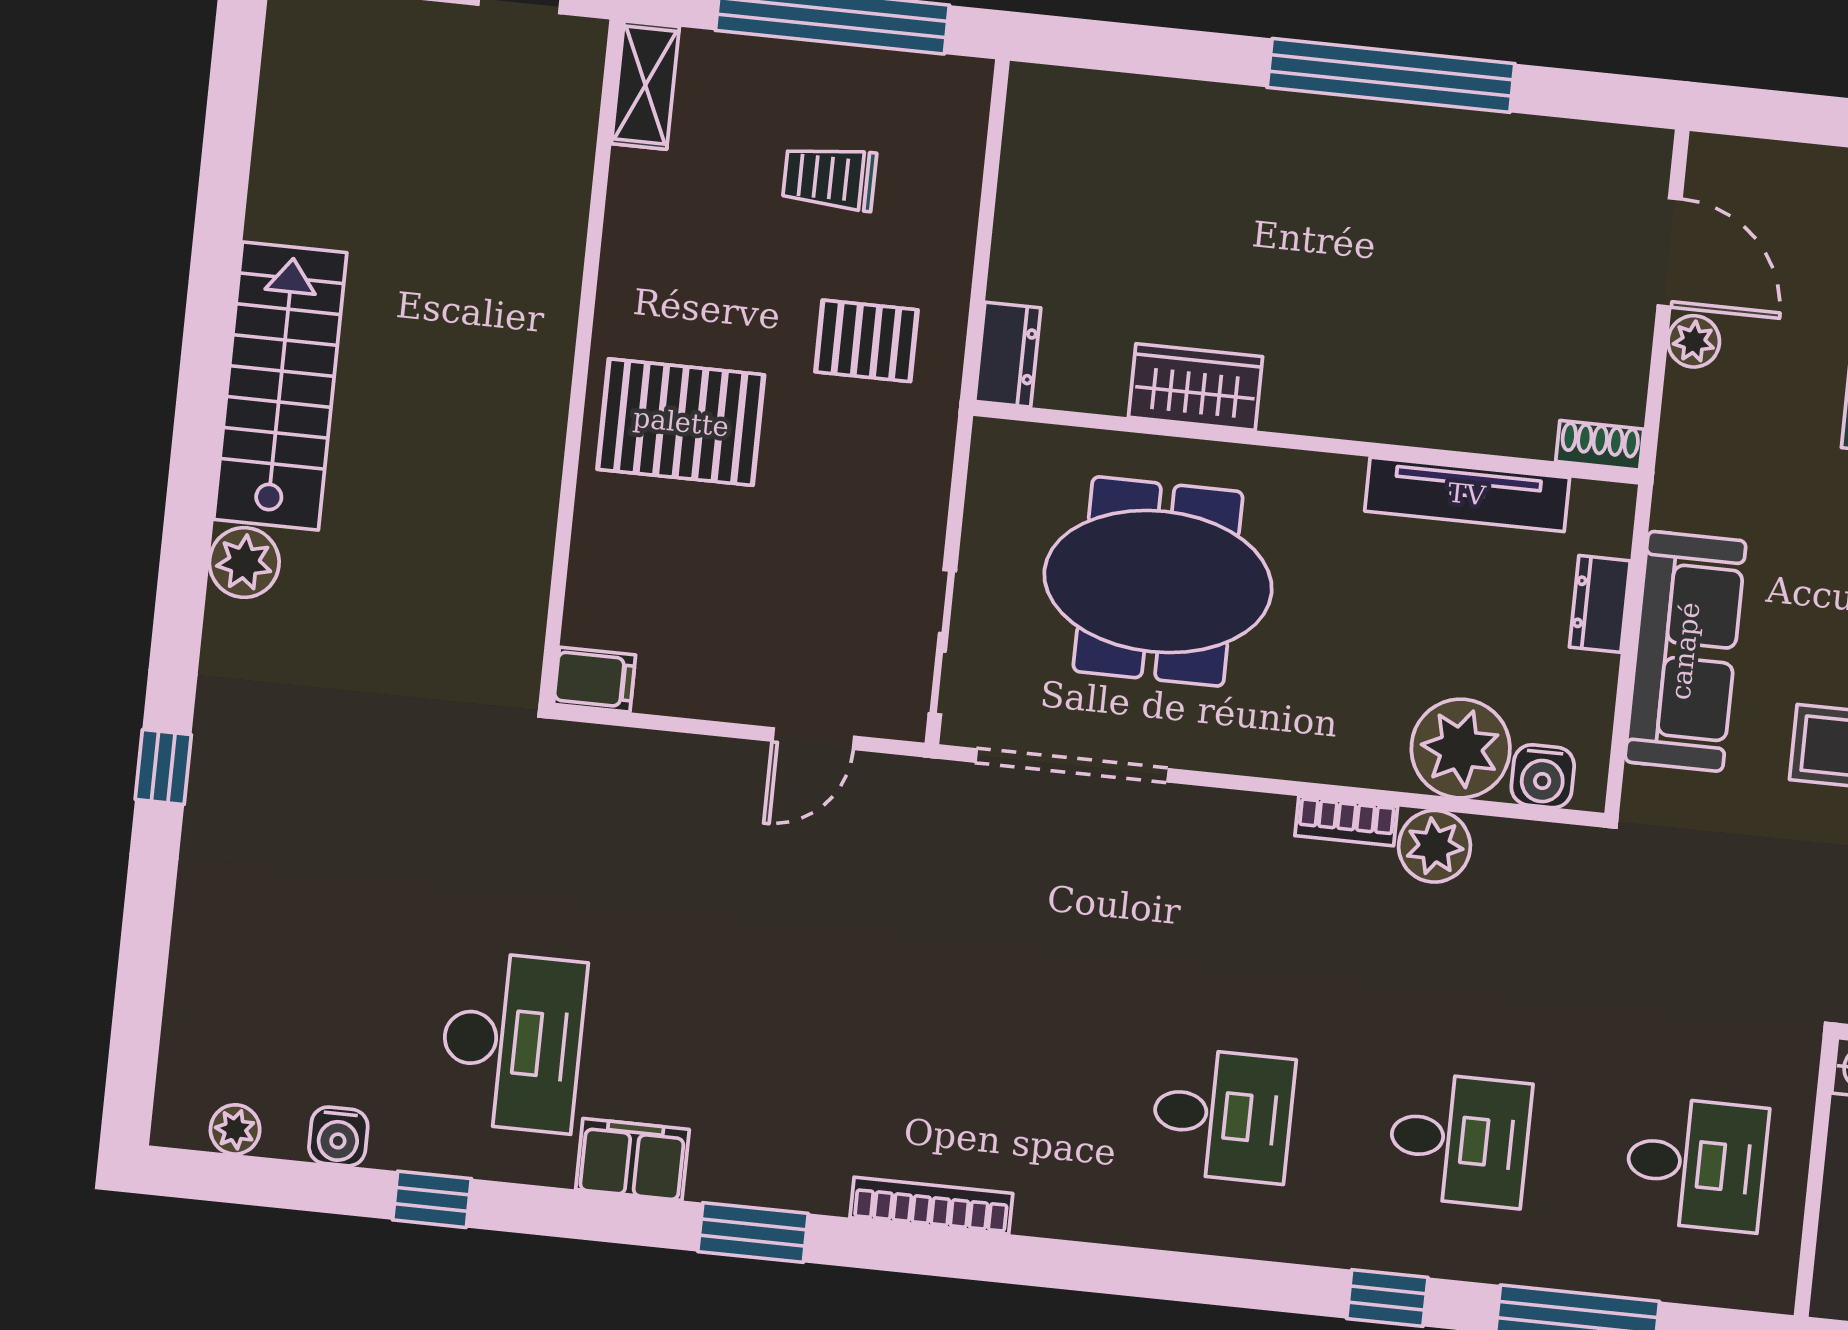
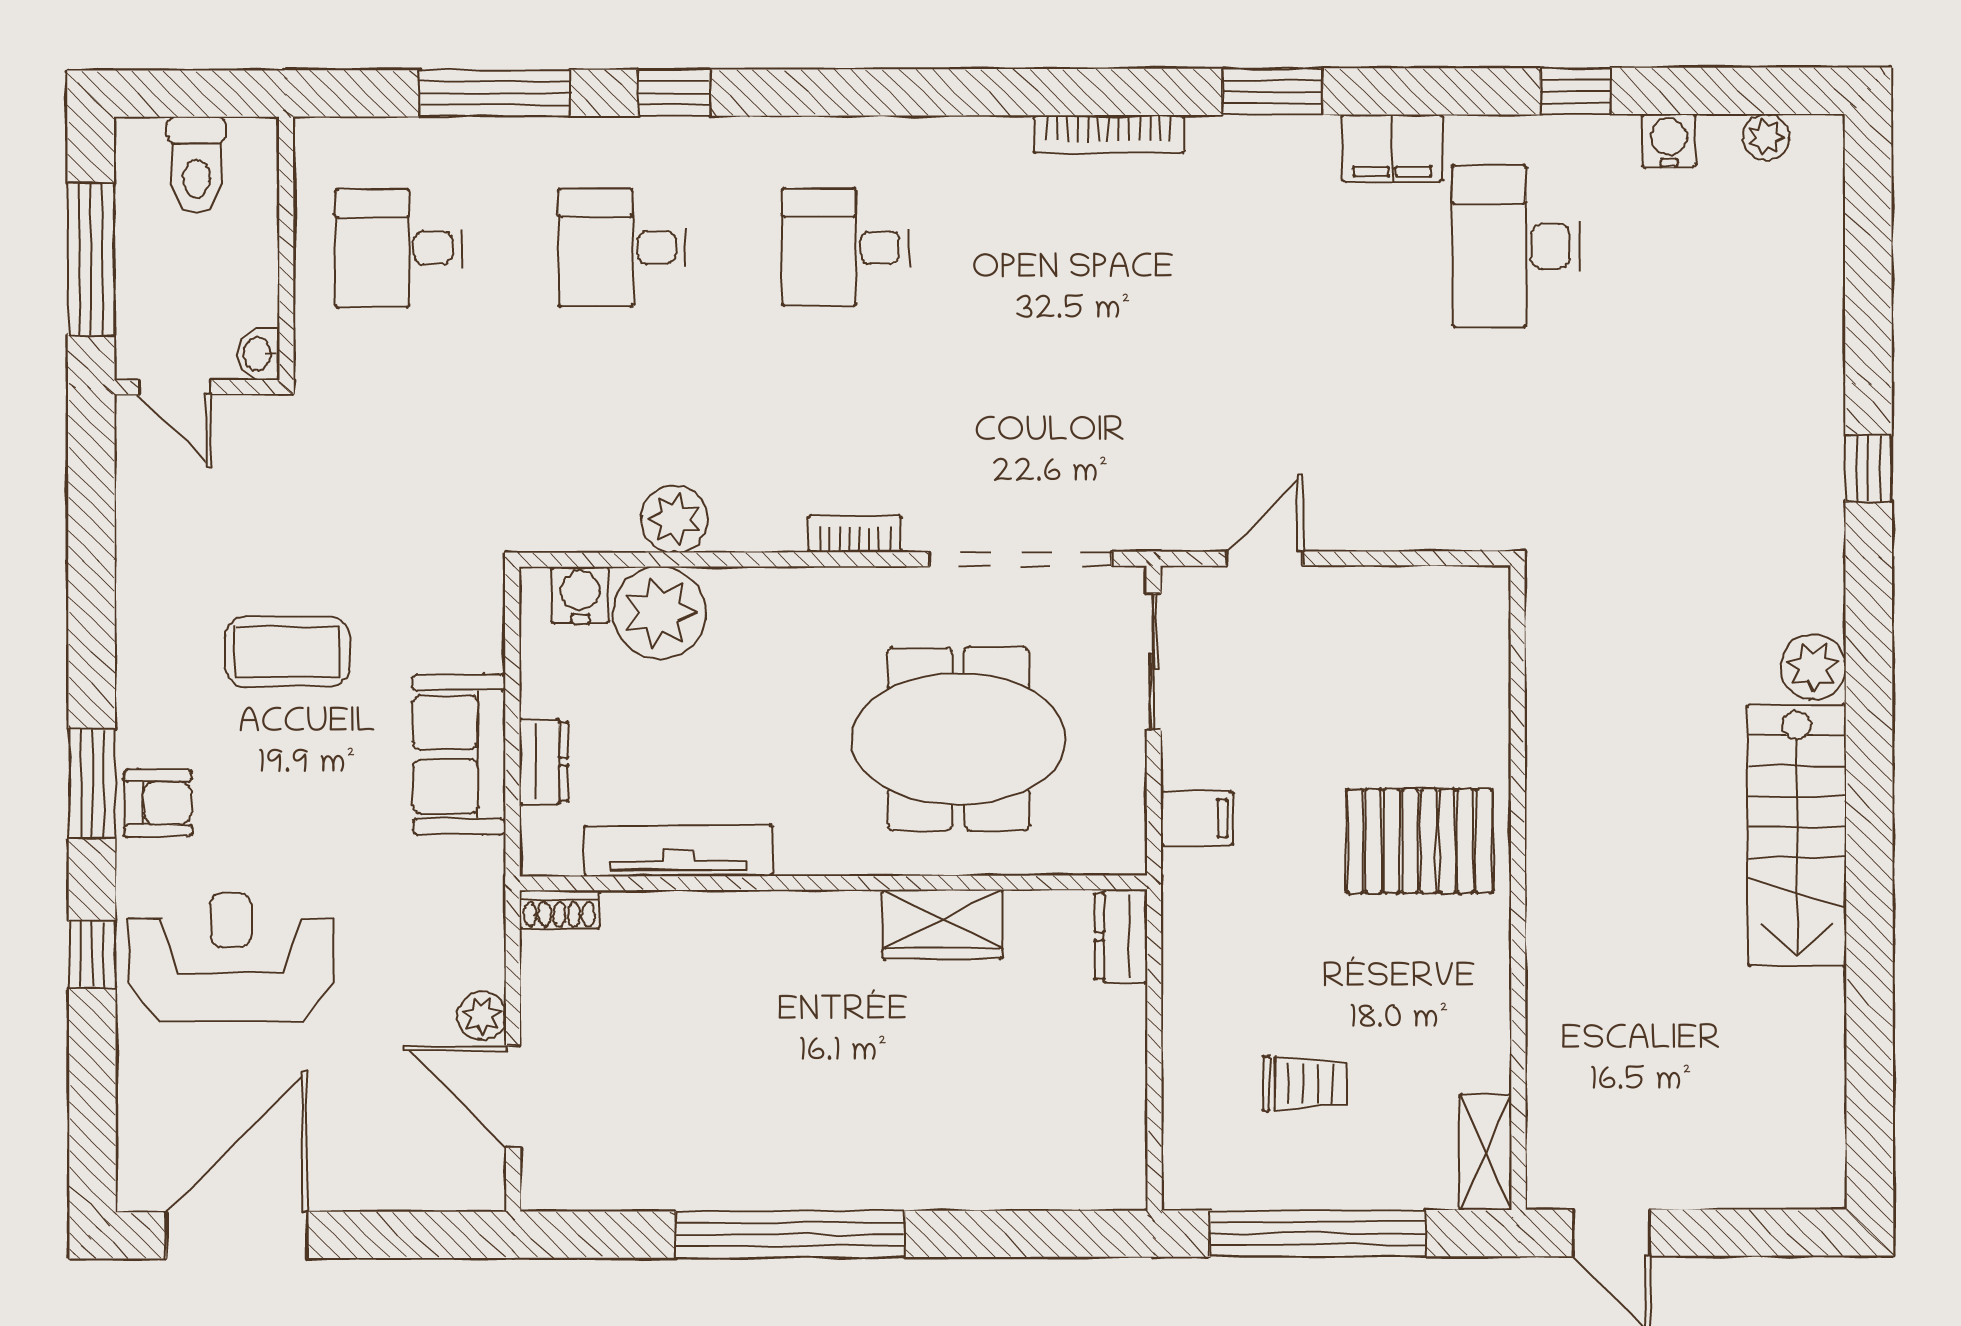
pallet: (866, 341) -> (1254, 935), removed
sofa: (1685, 651) -> (459, 754), width x0.73
filing cabinet: (595, 680) -> (1197, 818), moved, turned 180
bookcase: (1346, 821) -> (855, 534), moved

